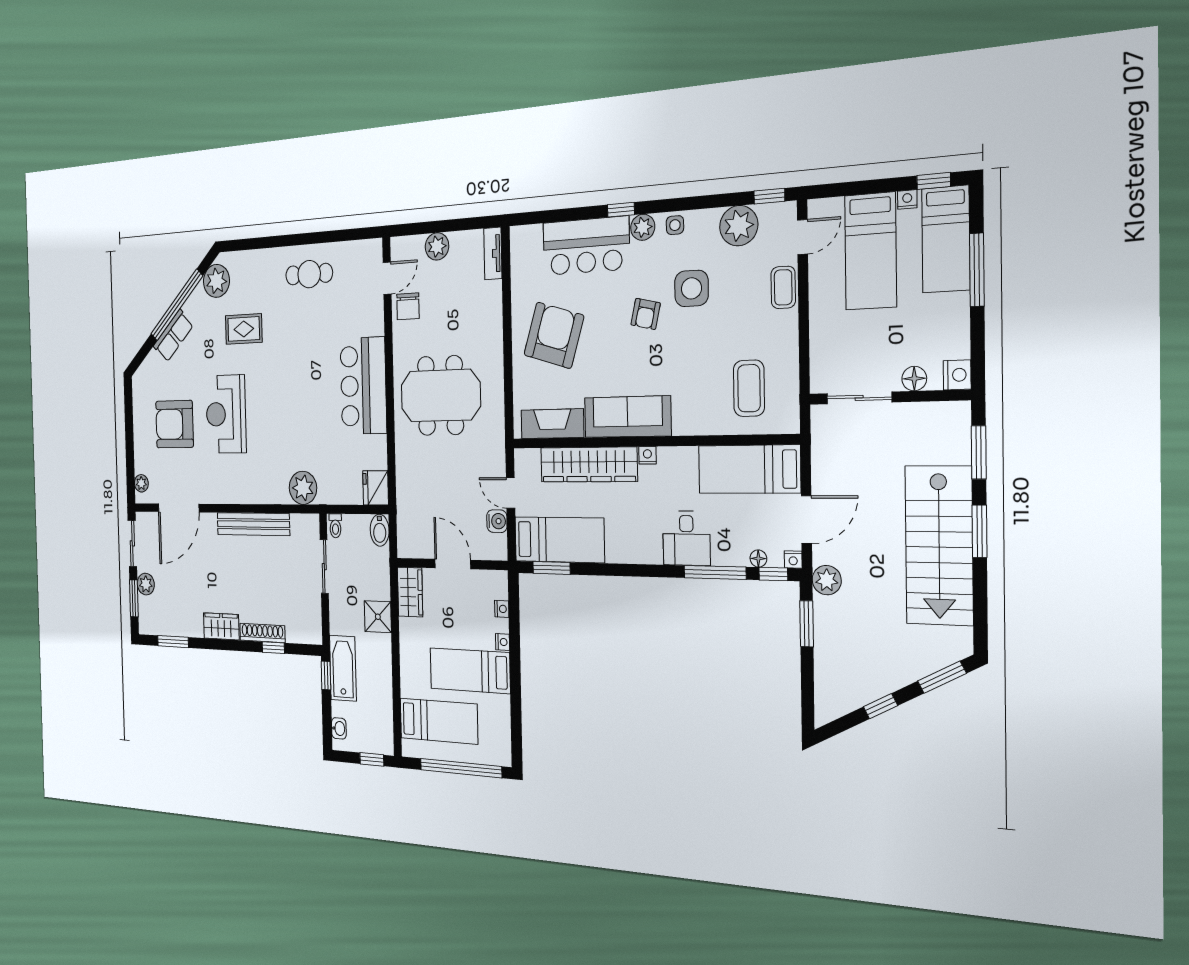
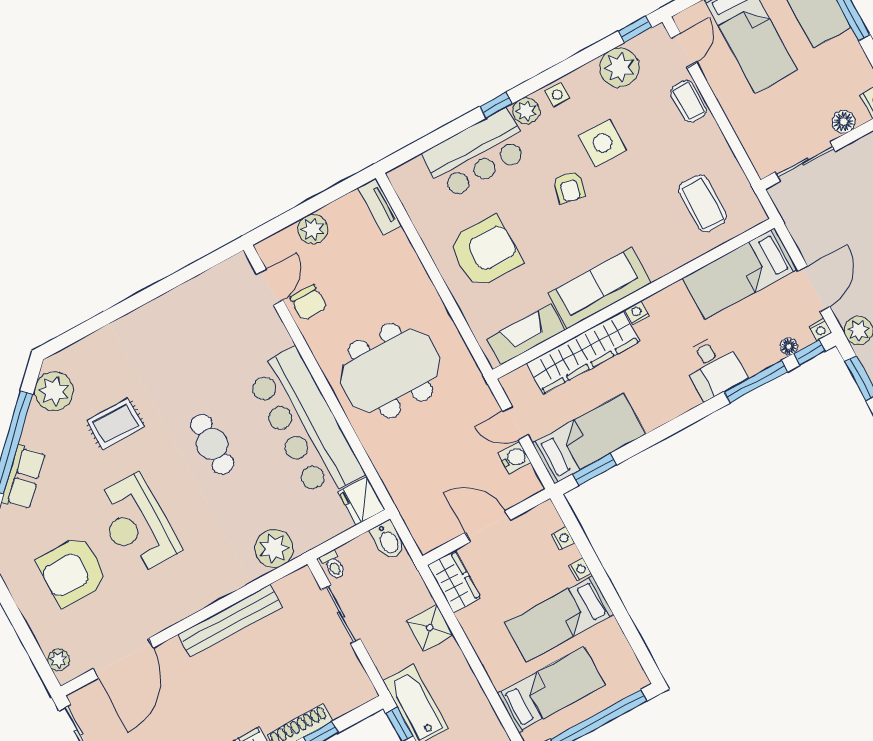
cafe table: (309, 274) -> (212, 444), moved, turned 90
armchair: (554, 335) -> (485, 252), turned 73
bar counter: (363, 386) -> (305, 424), width x1.36

